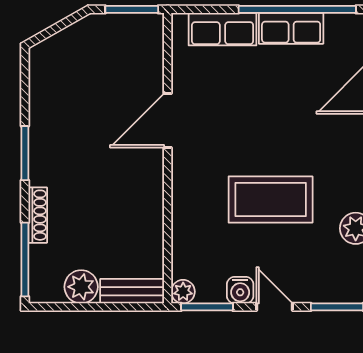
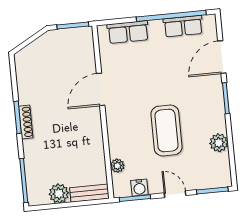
row of seats: (291, 28) -> (183, 26), moved
coffee table: (271, 199) -> (166, 130), turned 90
shoe rack: (38, 215) -> (26, 122), moved
water cooler: (240, 290) -> (139, 188), moved
plant: (183, 292) -> (117, 166), moved

